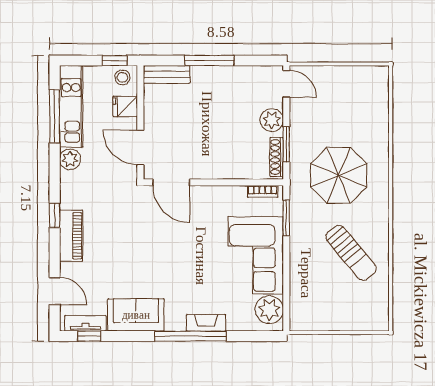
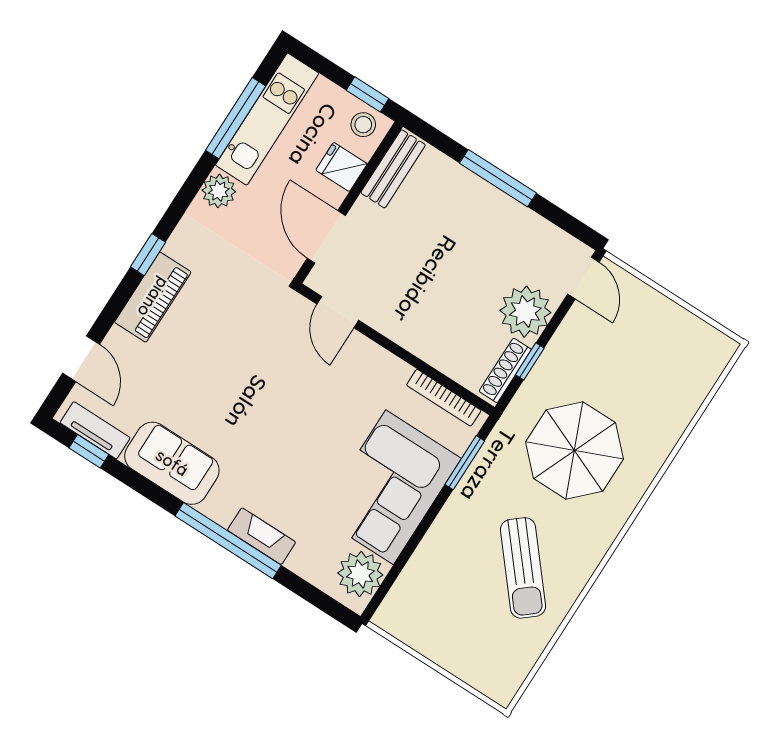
bench: (167, 74) -> (393, 169), moved, turned 90
plant: (272, 120) -> (525, 312), width x1.36, depth x1.36
window: (286, 144) -> (530, 361), width x0.67
door: (171, 182) -> (338, 312), width x0.73
bookcase: (262, 191) -> (444, 398), width x1.56

